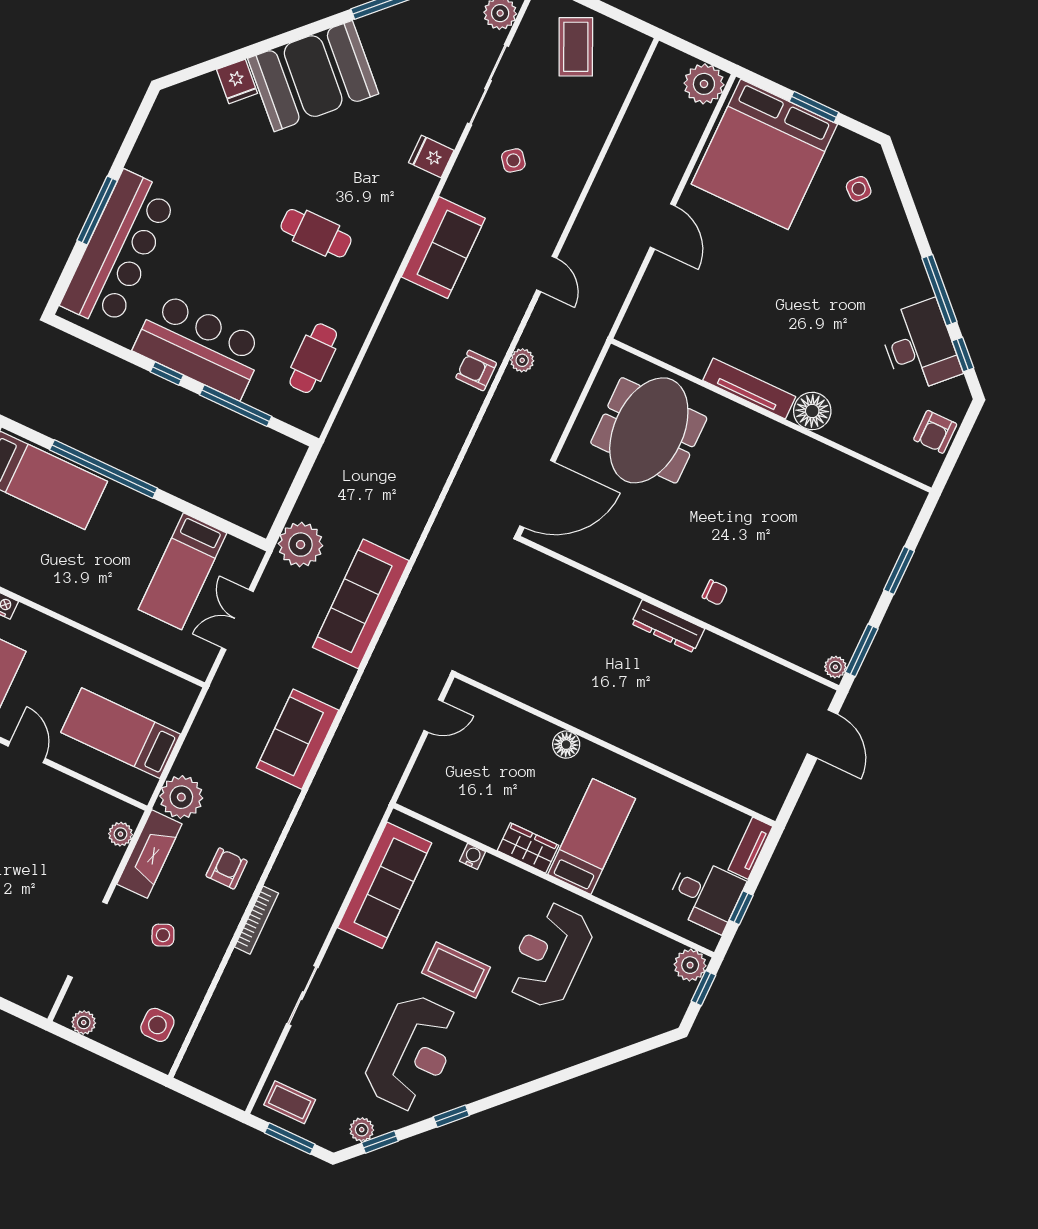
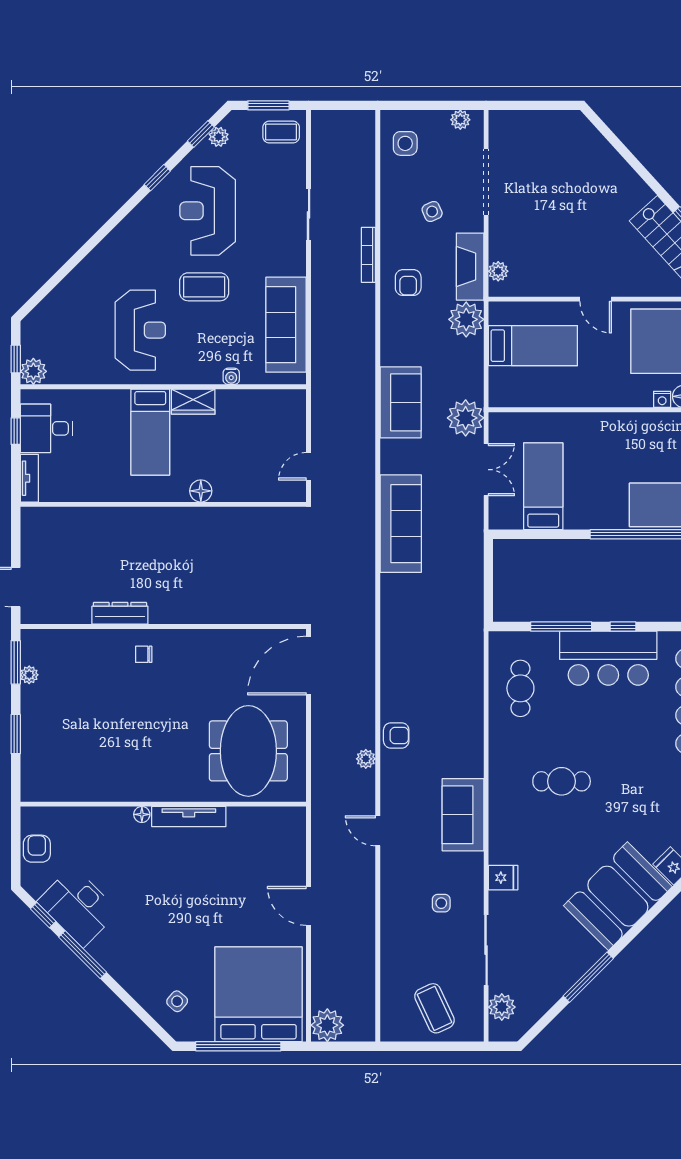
window: (814, 107) -> (238, 1046), width x2.11
side table: (513, 160) -> (441, 903), turned 38
floor lamp: (812, 411) -> (142, 814), width x0.53, depth x0.53
plant: (301, 545) -> (466, 418), moved
dresser: (668, 626) -> (120, 613), moved
plant: (835, 667) -> (29, 675), moved

